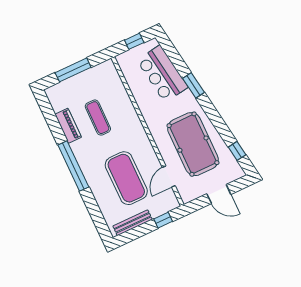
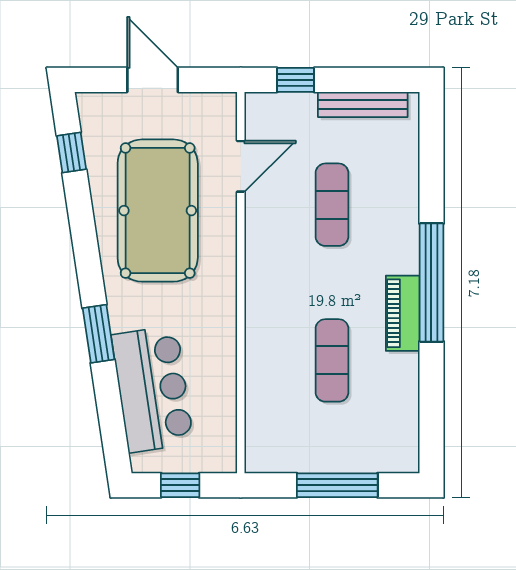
piano: (68, 126) -> (403, 313), moved
exercise mat: (126, 178) -> (332, 205), width x0.50, depth x0.69

